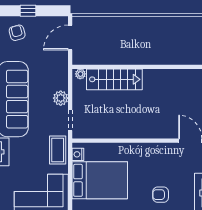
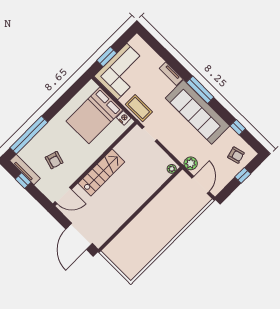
stairs: (114, 79) -> (101, 173), moved, turned 180
plant: (61, 98) -> (191, 163), moved
armchair: (161, 195) -> (54, 160), moved, turned 107

